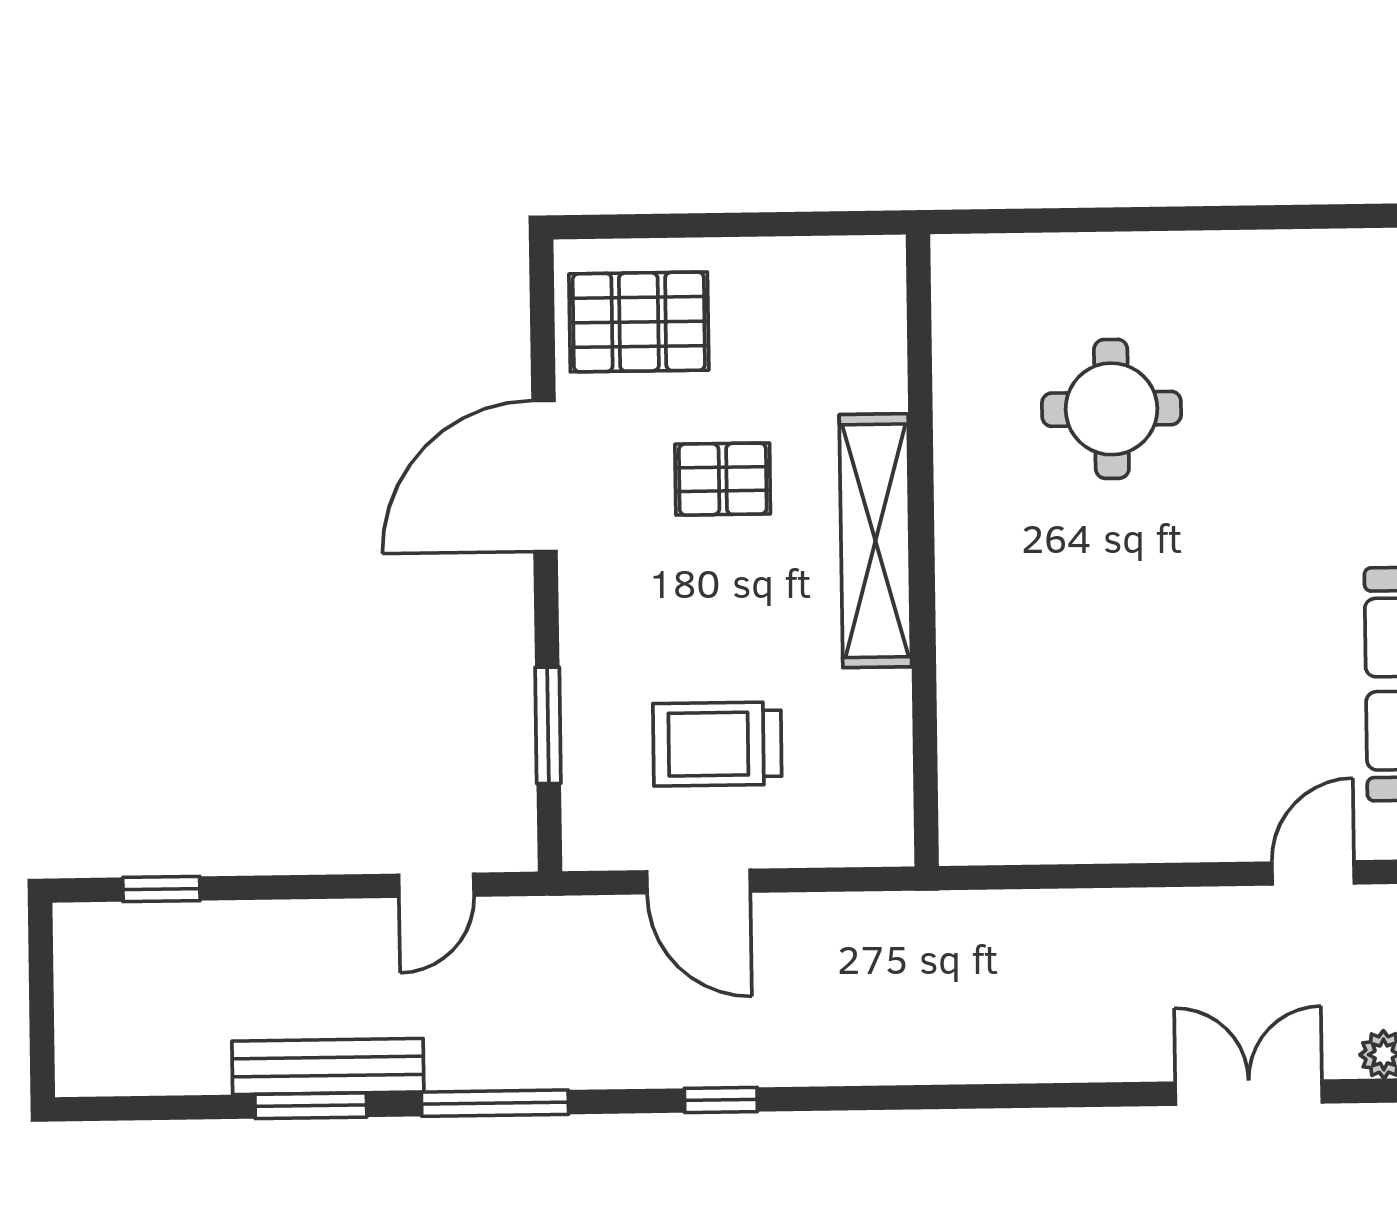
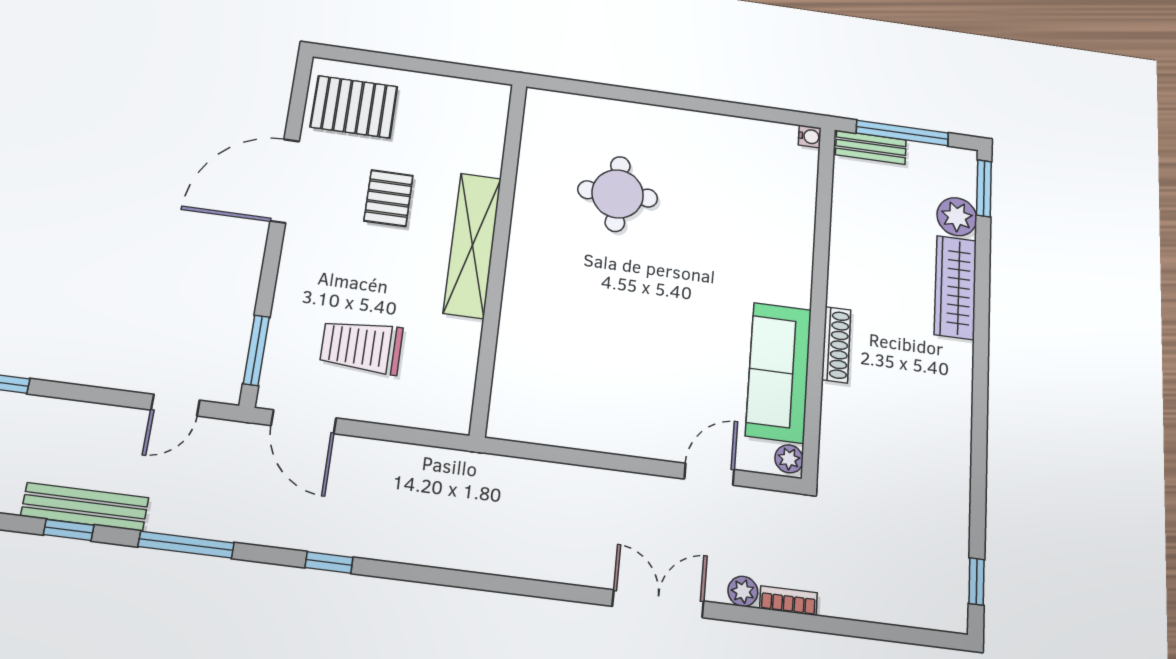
pallet: (723, 479) -> (388, 198), turned 90
window: (548, 725) -> (256, 350), moved
door: (699, 882) -> (304, 422), moved
window: (311, 1106) -> (69, 530), width x0.67

